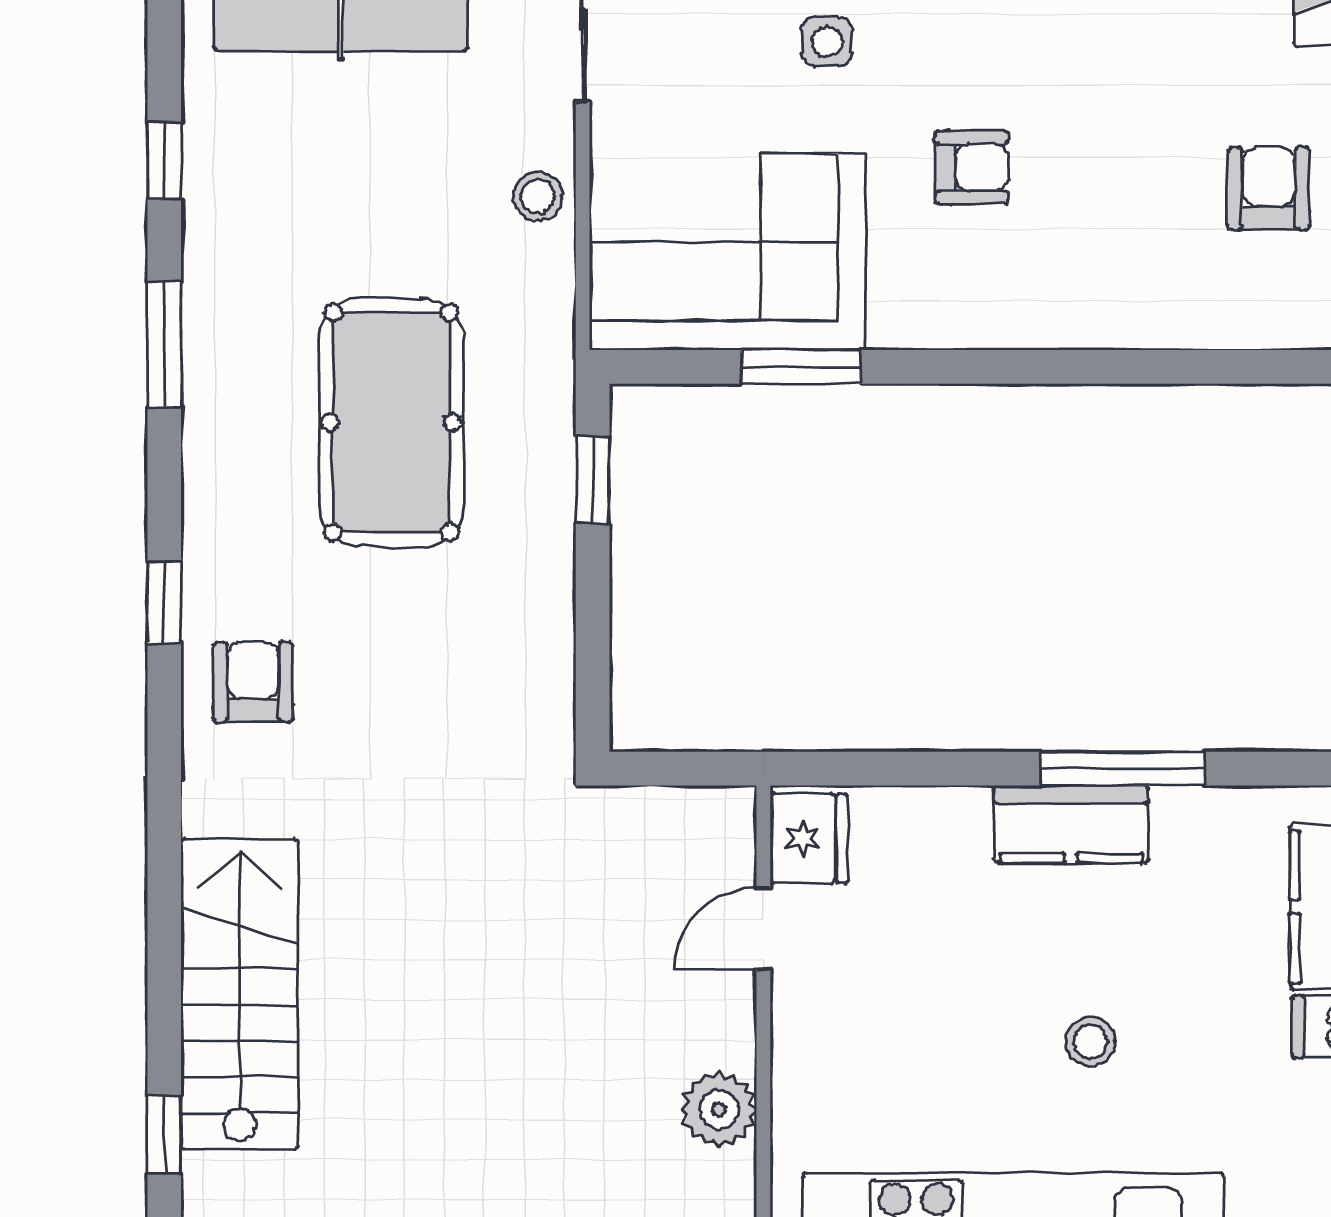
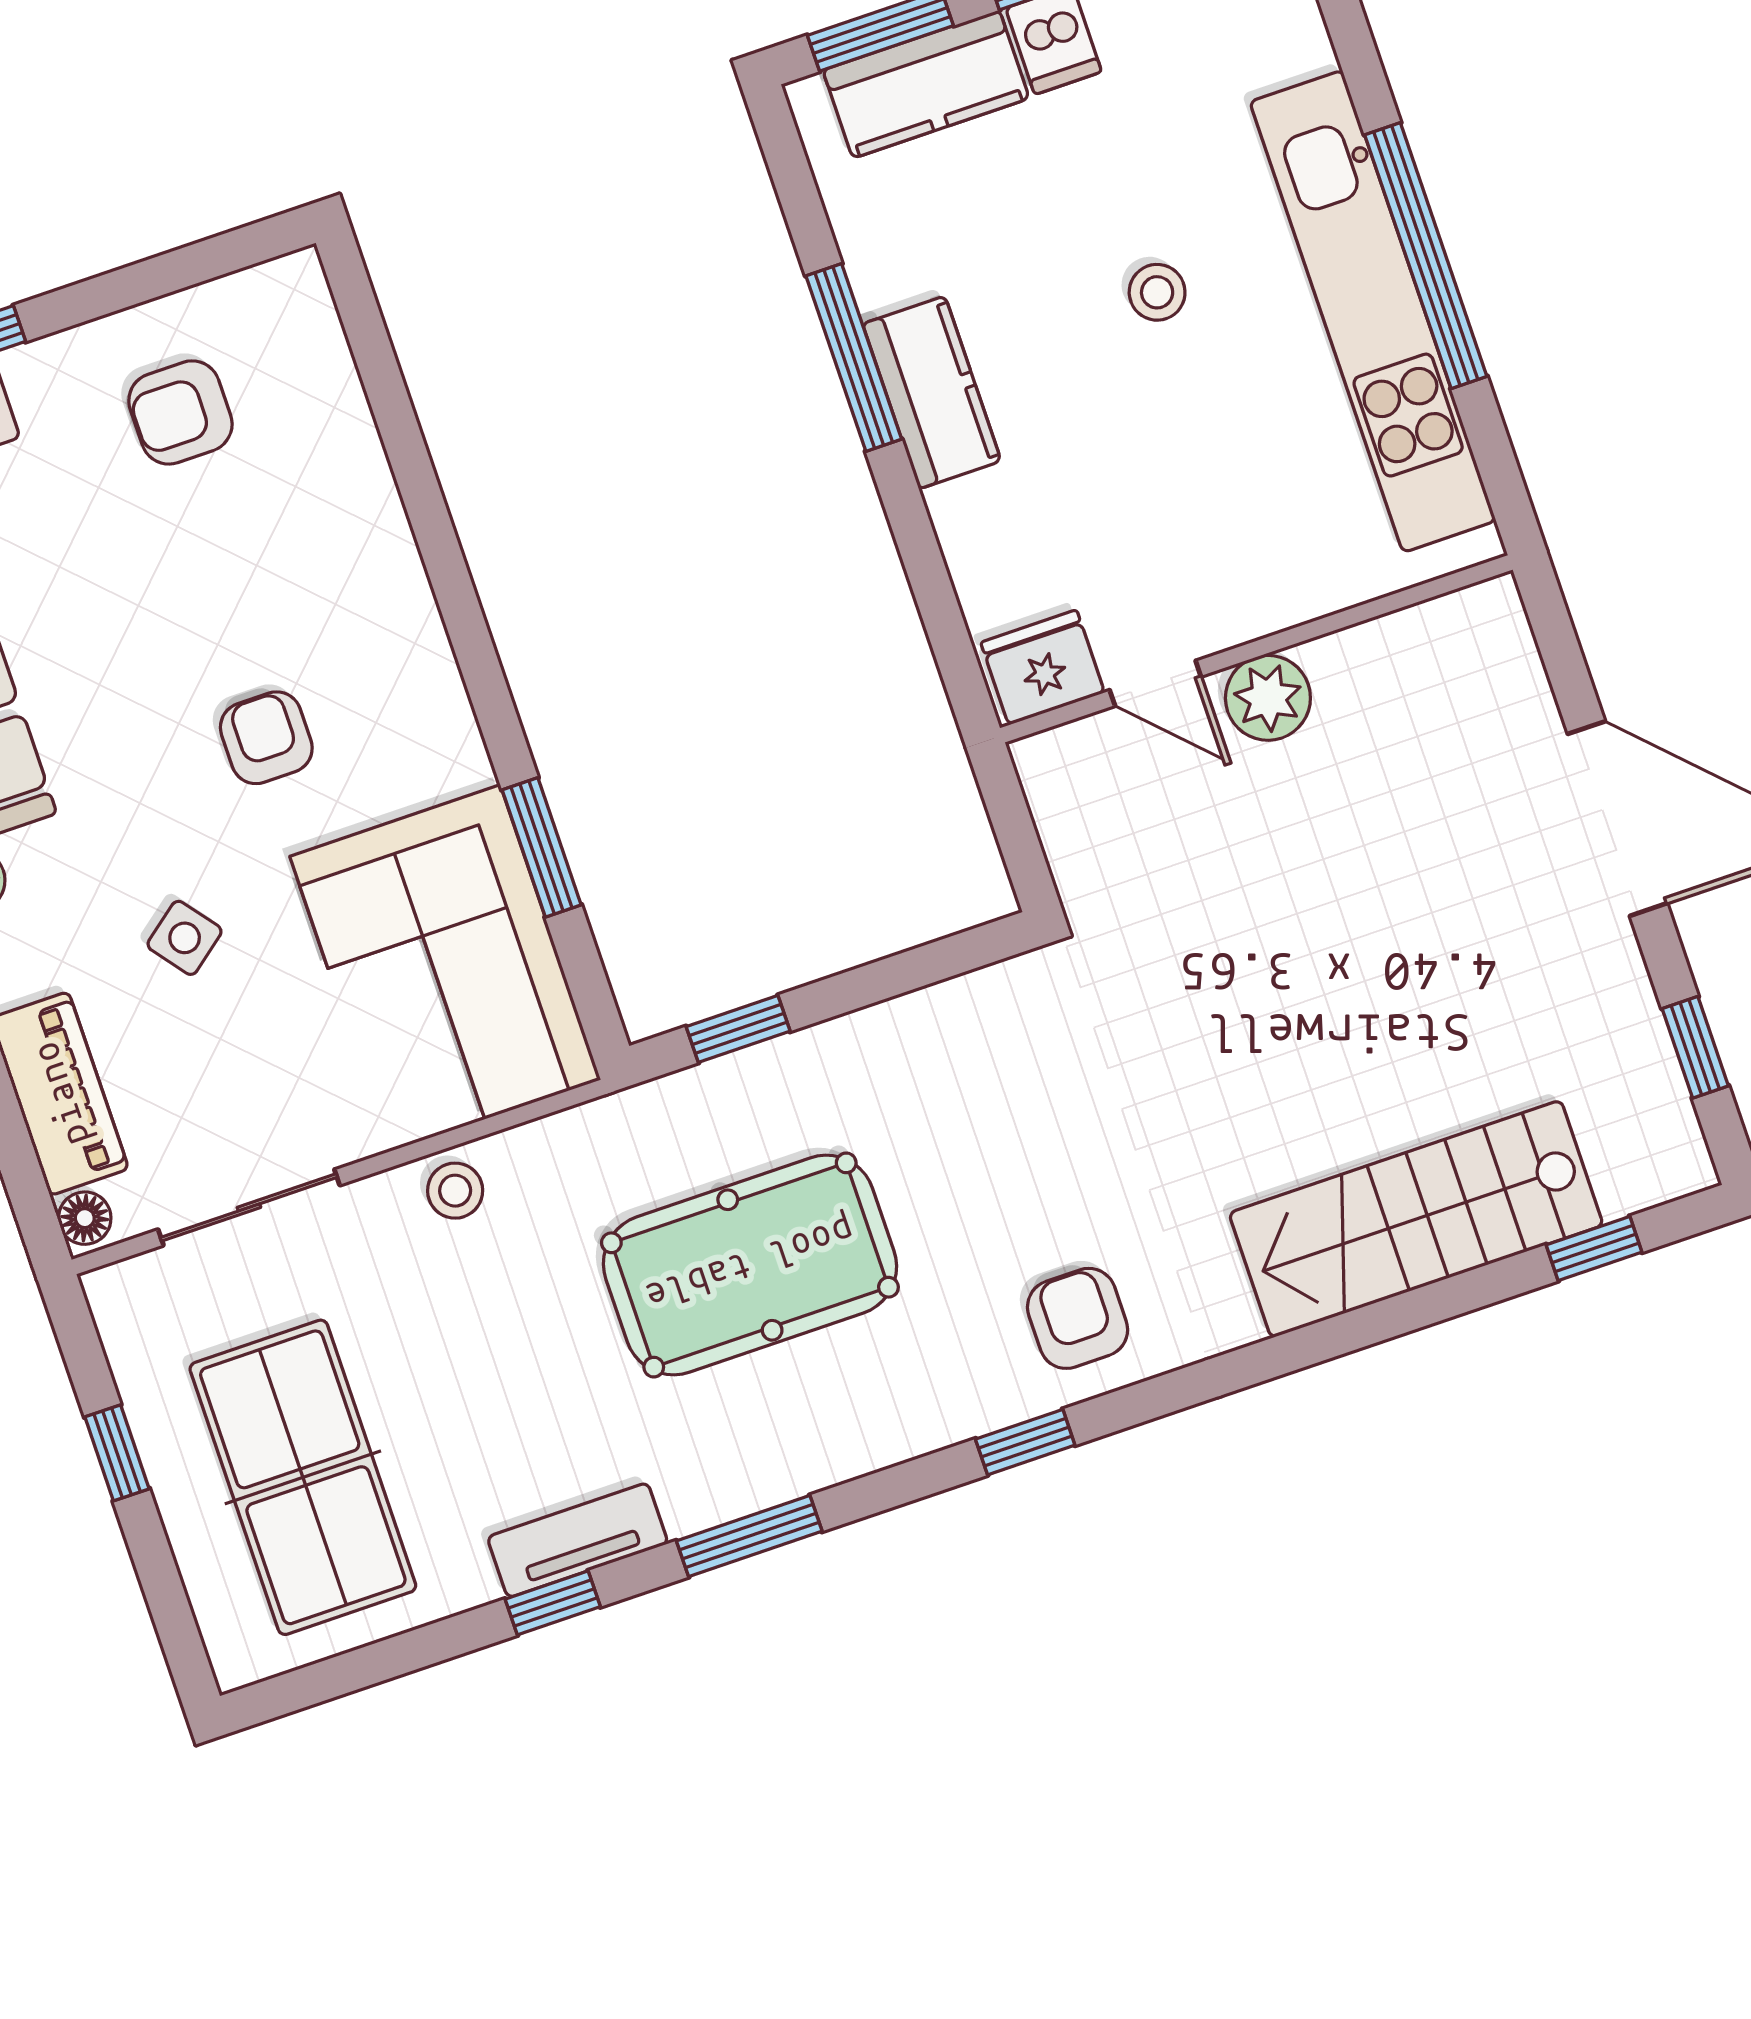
side table: (827, 42) -> (185, 938), turned -38
tv unit: (210, 199) -> (578, 1540), added
armchair: (253, 682) -> (1078, 1318), turned 90
plant: (719, 1110) -> (1268, 698), moved

